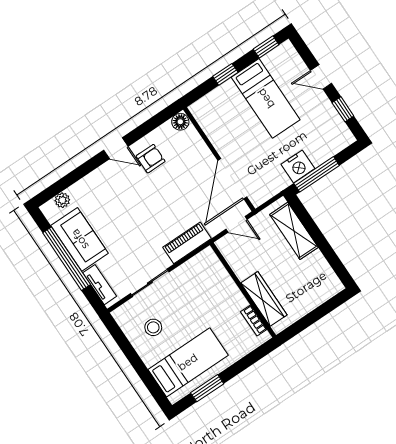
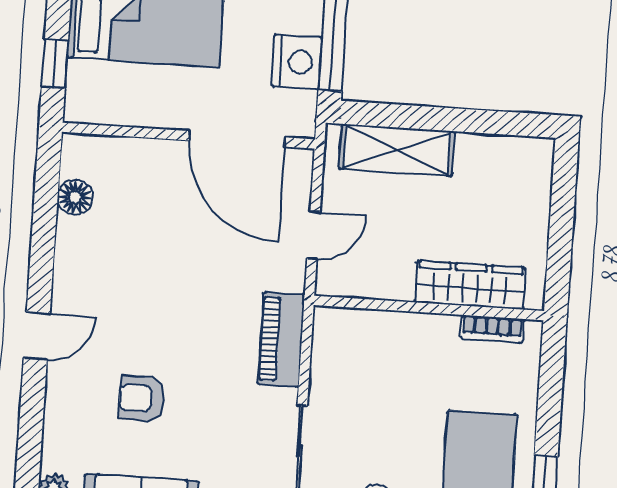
armchair: (151, 159) -> (142, 398), moved, turned -90
wall: (219, 159) -> (189, 136), moved
door: (232, 179) -> (237, 139), moved

